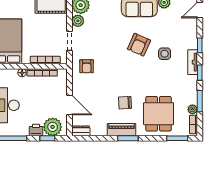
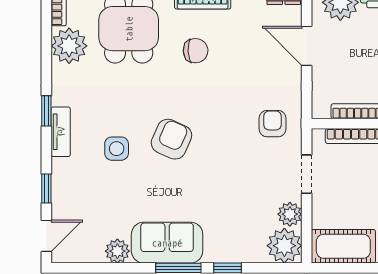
armchair: (139, 45) -> (171, 139), moved
window: (200, 45) -> (46, 188), moved
window: (200, 101) -> (46, 54), removed
plant: (192, 109) -> (69, 46), width x1.87, depth x1.87

